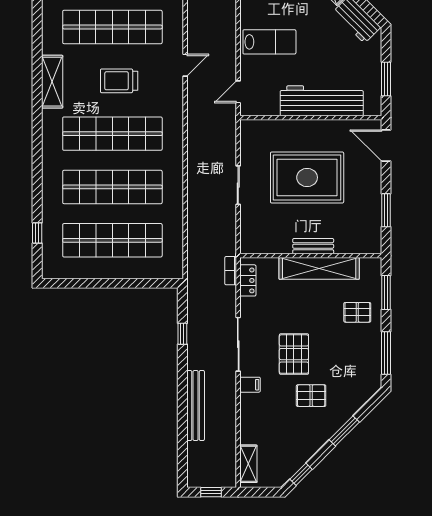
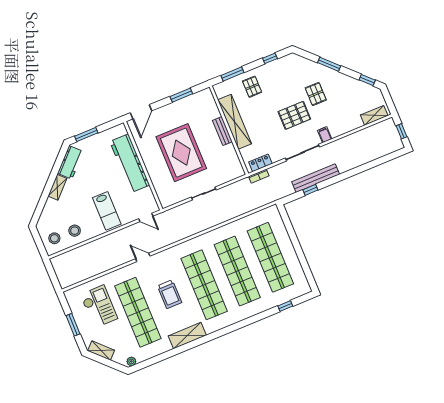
lab bench: (269, 42) -> (107, 211), turned 180
window: (386, 79) -> (86, 134), moved
window: (386, 353) -> (270, 58), width x0.46
bench: (196, 405) -> (316, 178), moved

